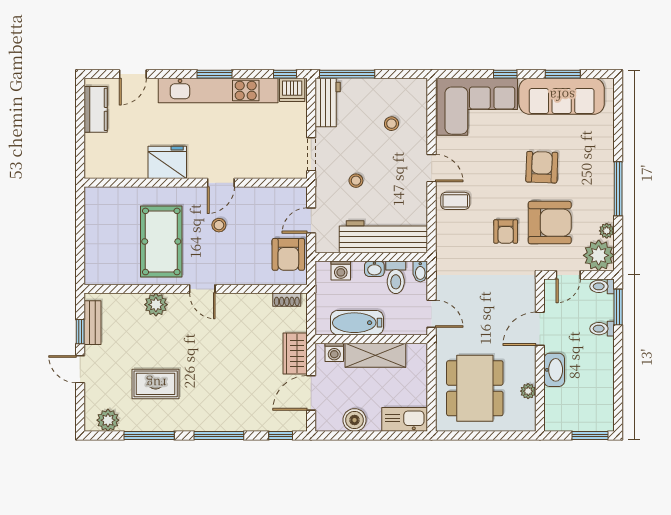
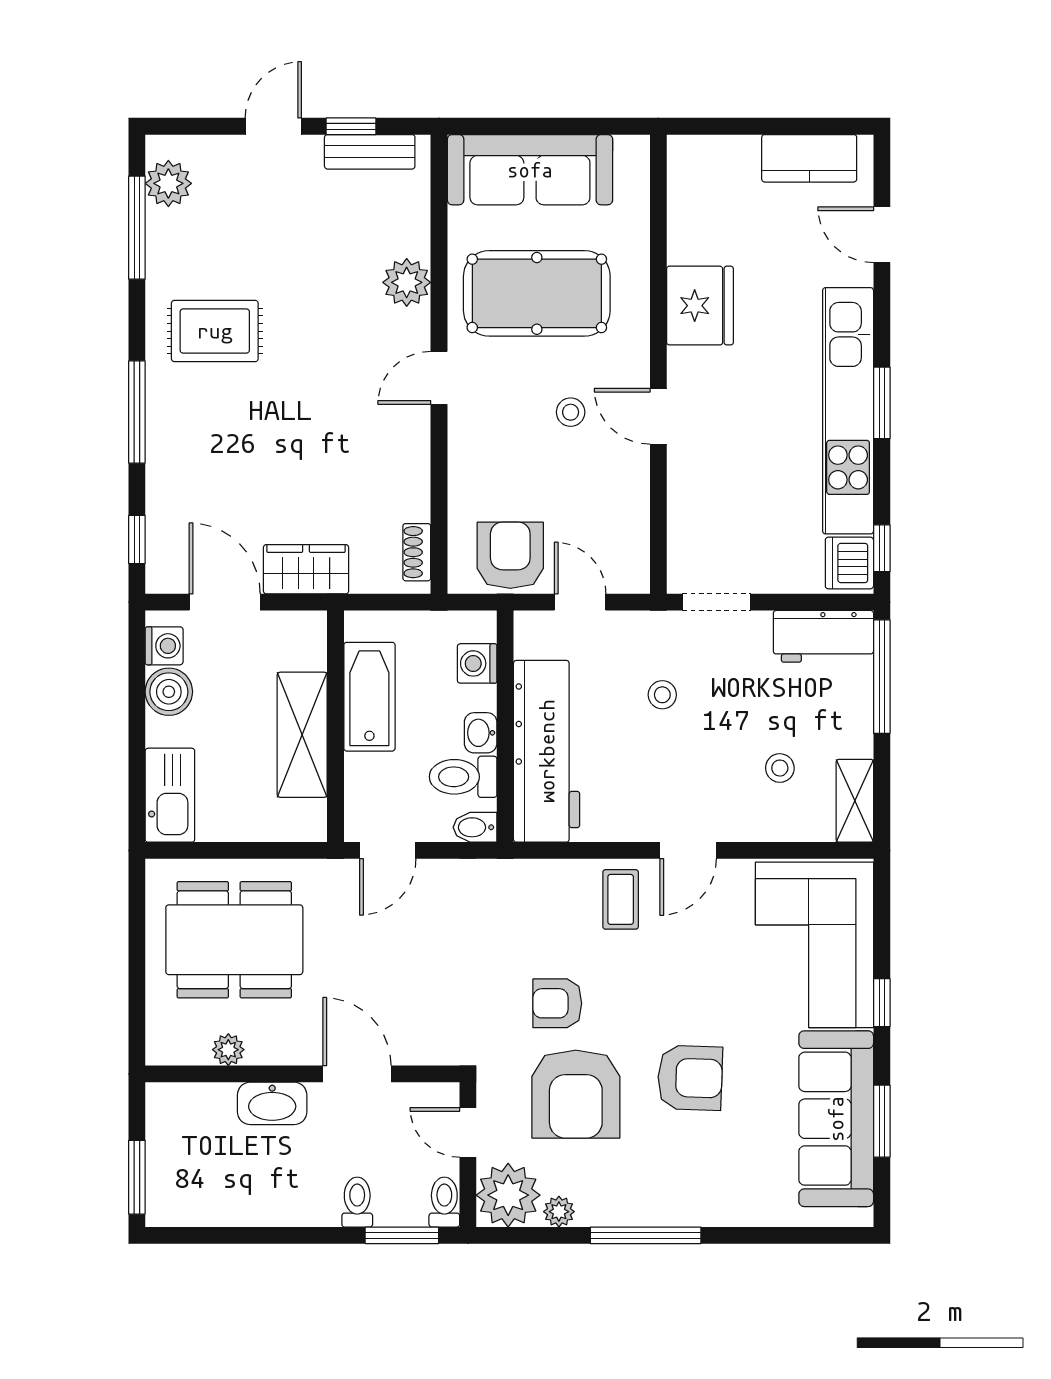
shelving: (407, 87) -> (855, 801), added
sofa: (101, 245) -> (530, 170), added
armchair: (288, 254) -> (510, 555), turned 90
washing machine: (334, 352) -> (164, 646), moved, turned 180
rug: (156, 384) -> (215, 331), moved, turned 90
window: (149, 436) -> (137, 228), moved

